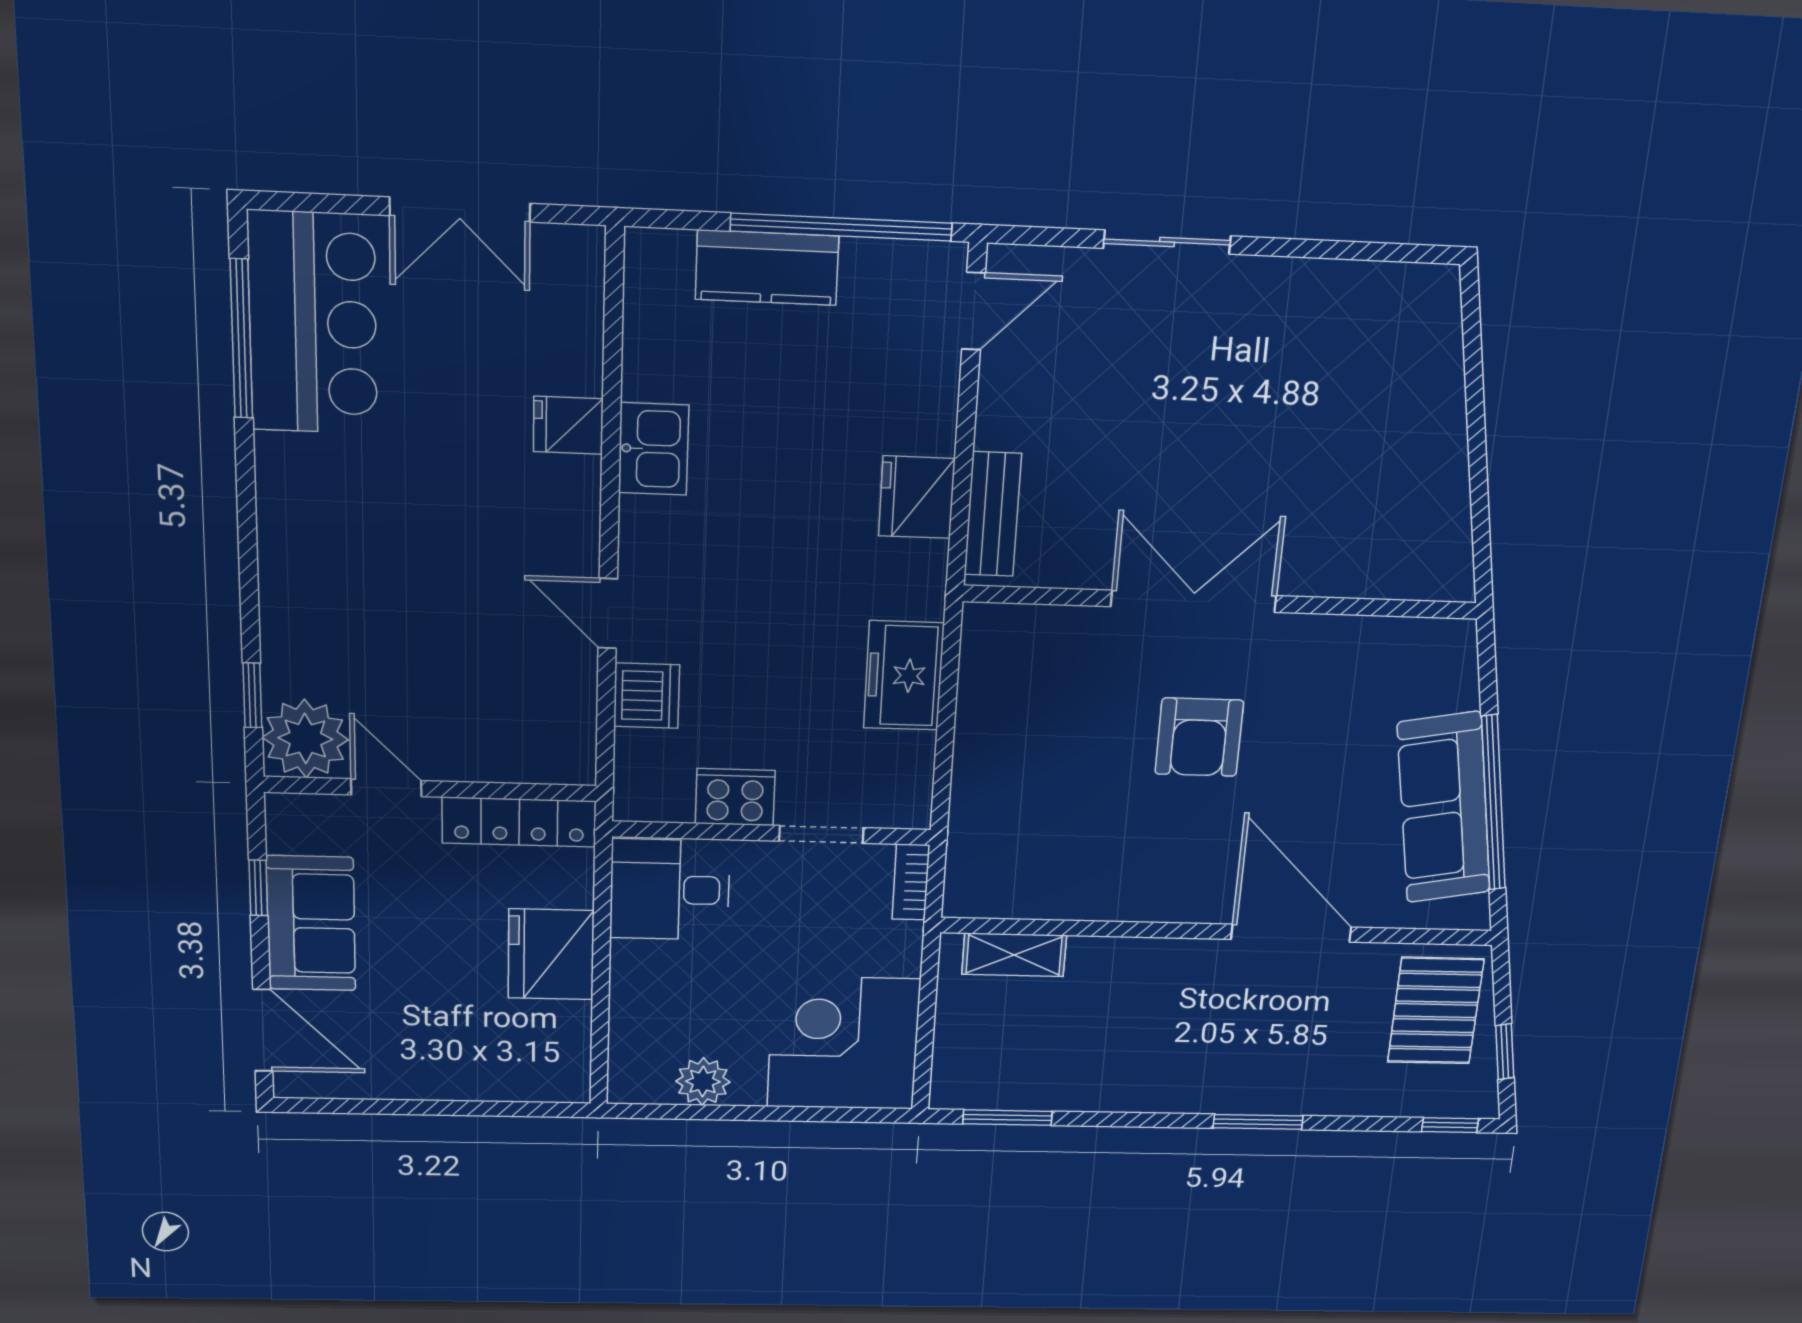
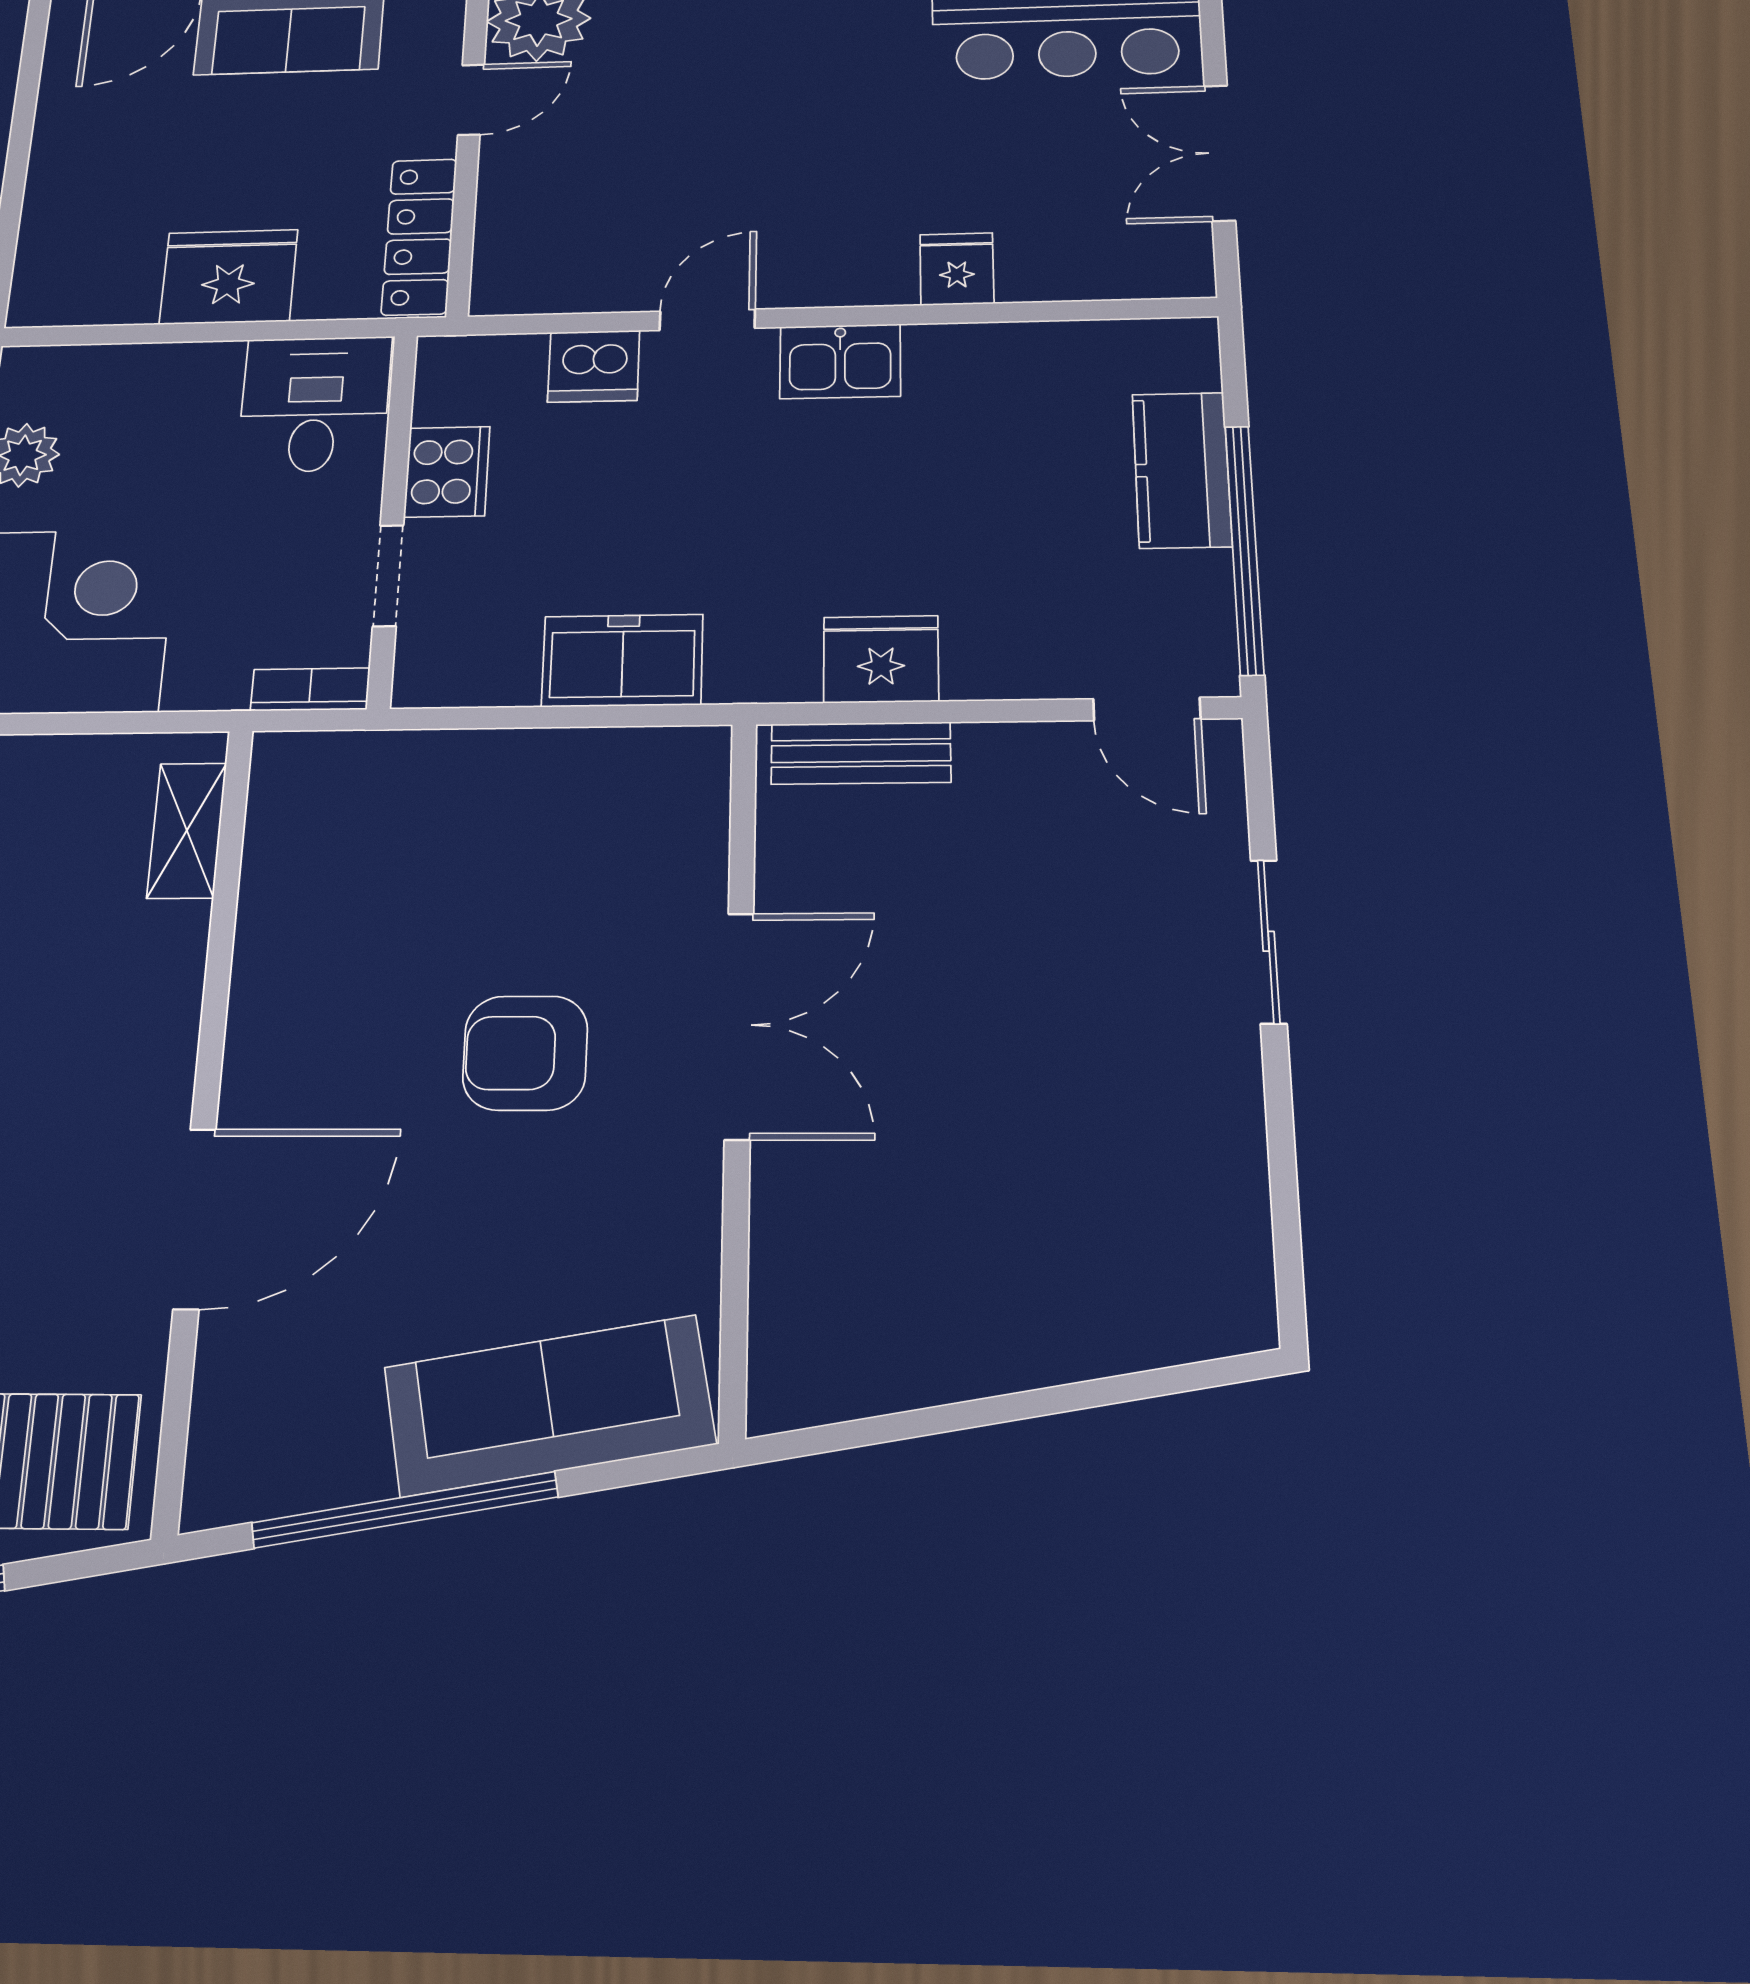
kitchen sink: (654, 449) -> (840, 361), moved
sofa: (1444, 808) -> (549, 1405), moved

